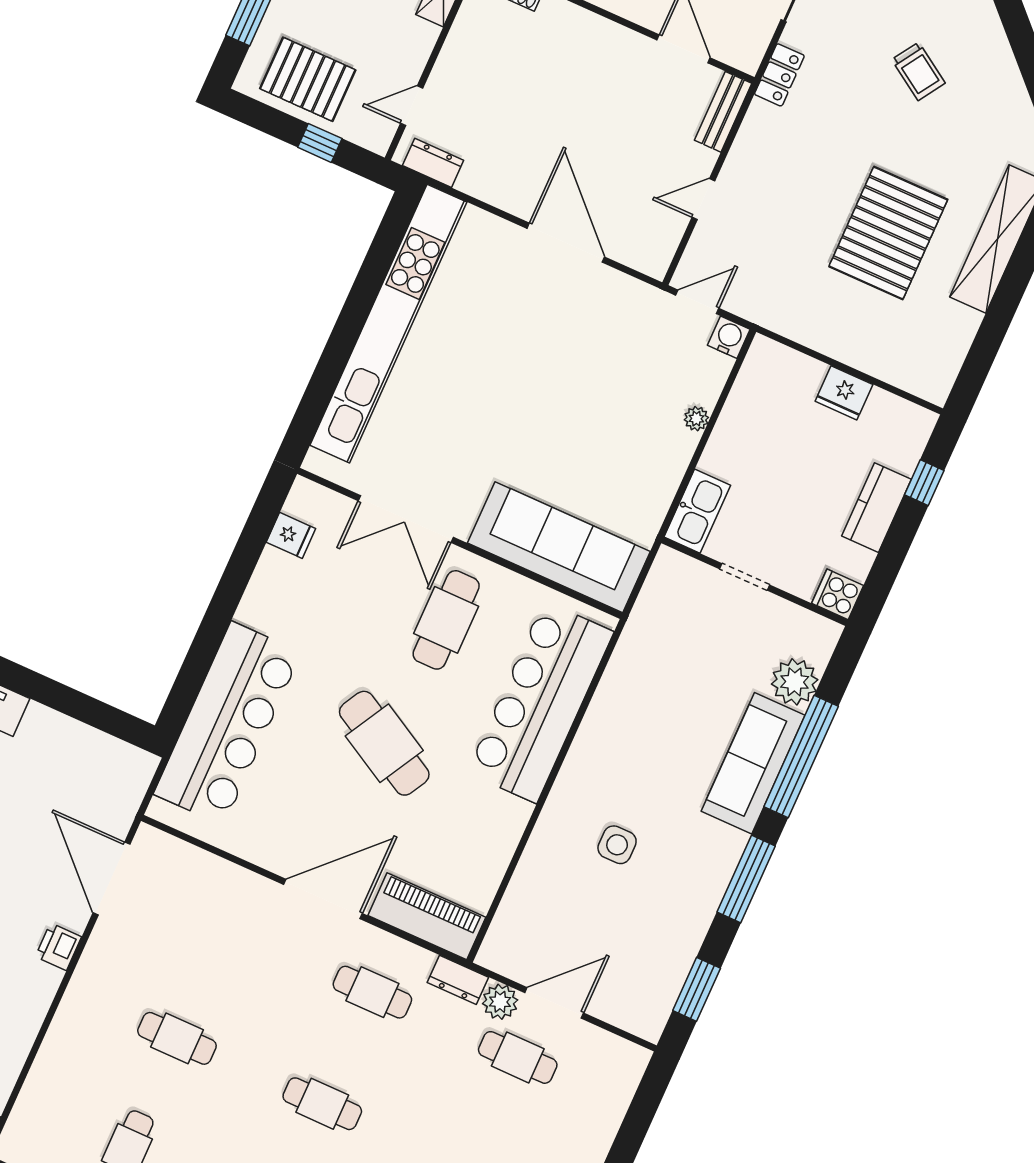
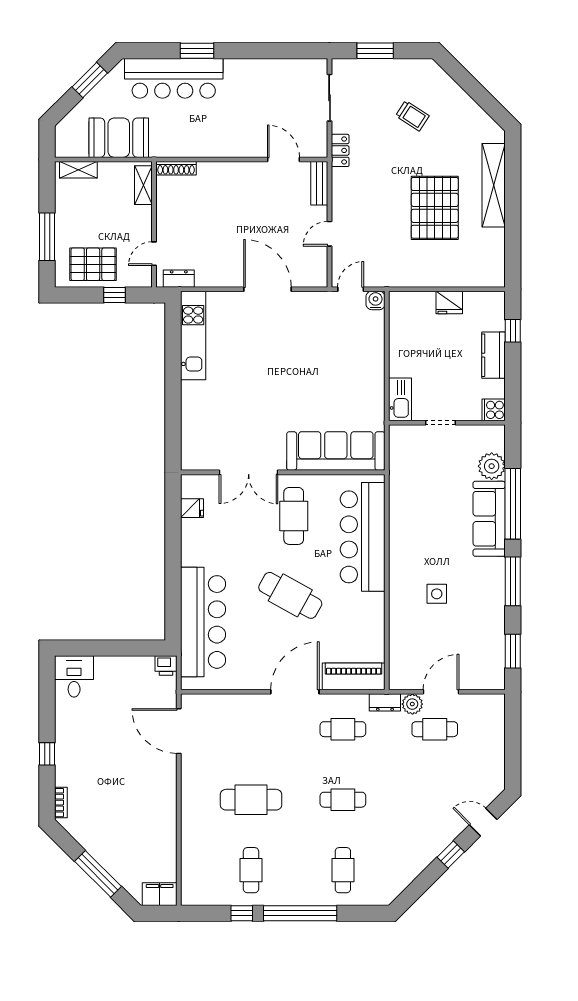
kitchen unit: (388, 324) -> (193, 336), width x0.54
plant: (696, 419) -> (378, 351), removed
printer: (58, 947) -> (166, 665), moved, turned -90
cafe table: (177, 1038) -> (251, 800), width x1.37, depth x1.35

